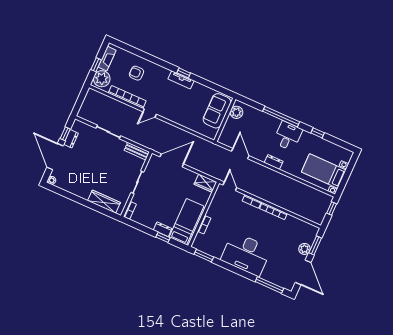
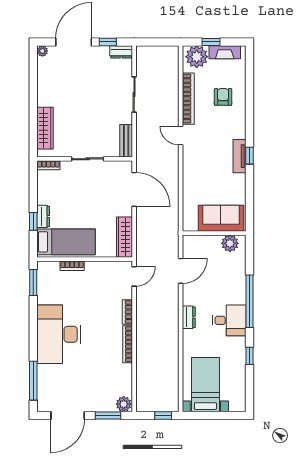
dresser: (71, 139) -> (121, 52), moved
wardrobe: (205, 183) -> (124, 237), width x1.50
plant: (304, 249) -> (124, 404), moved

